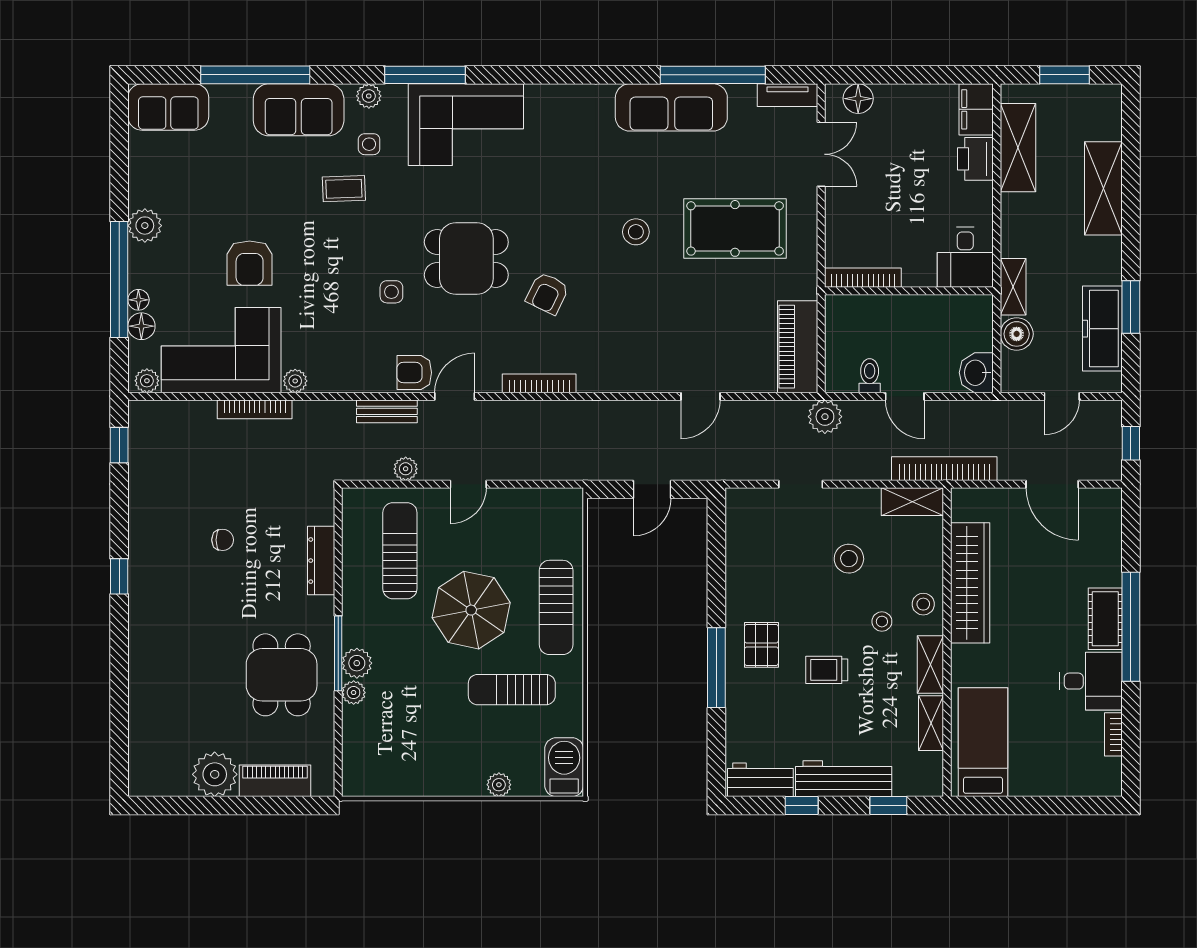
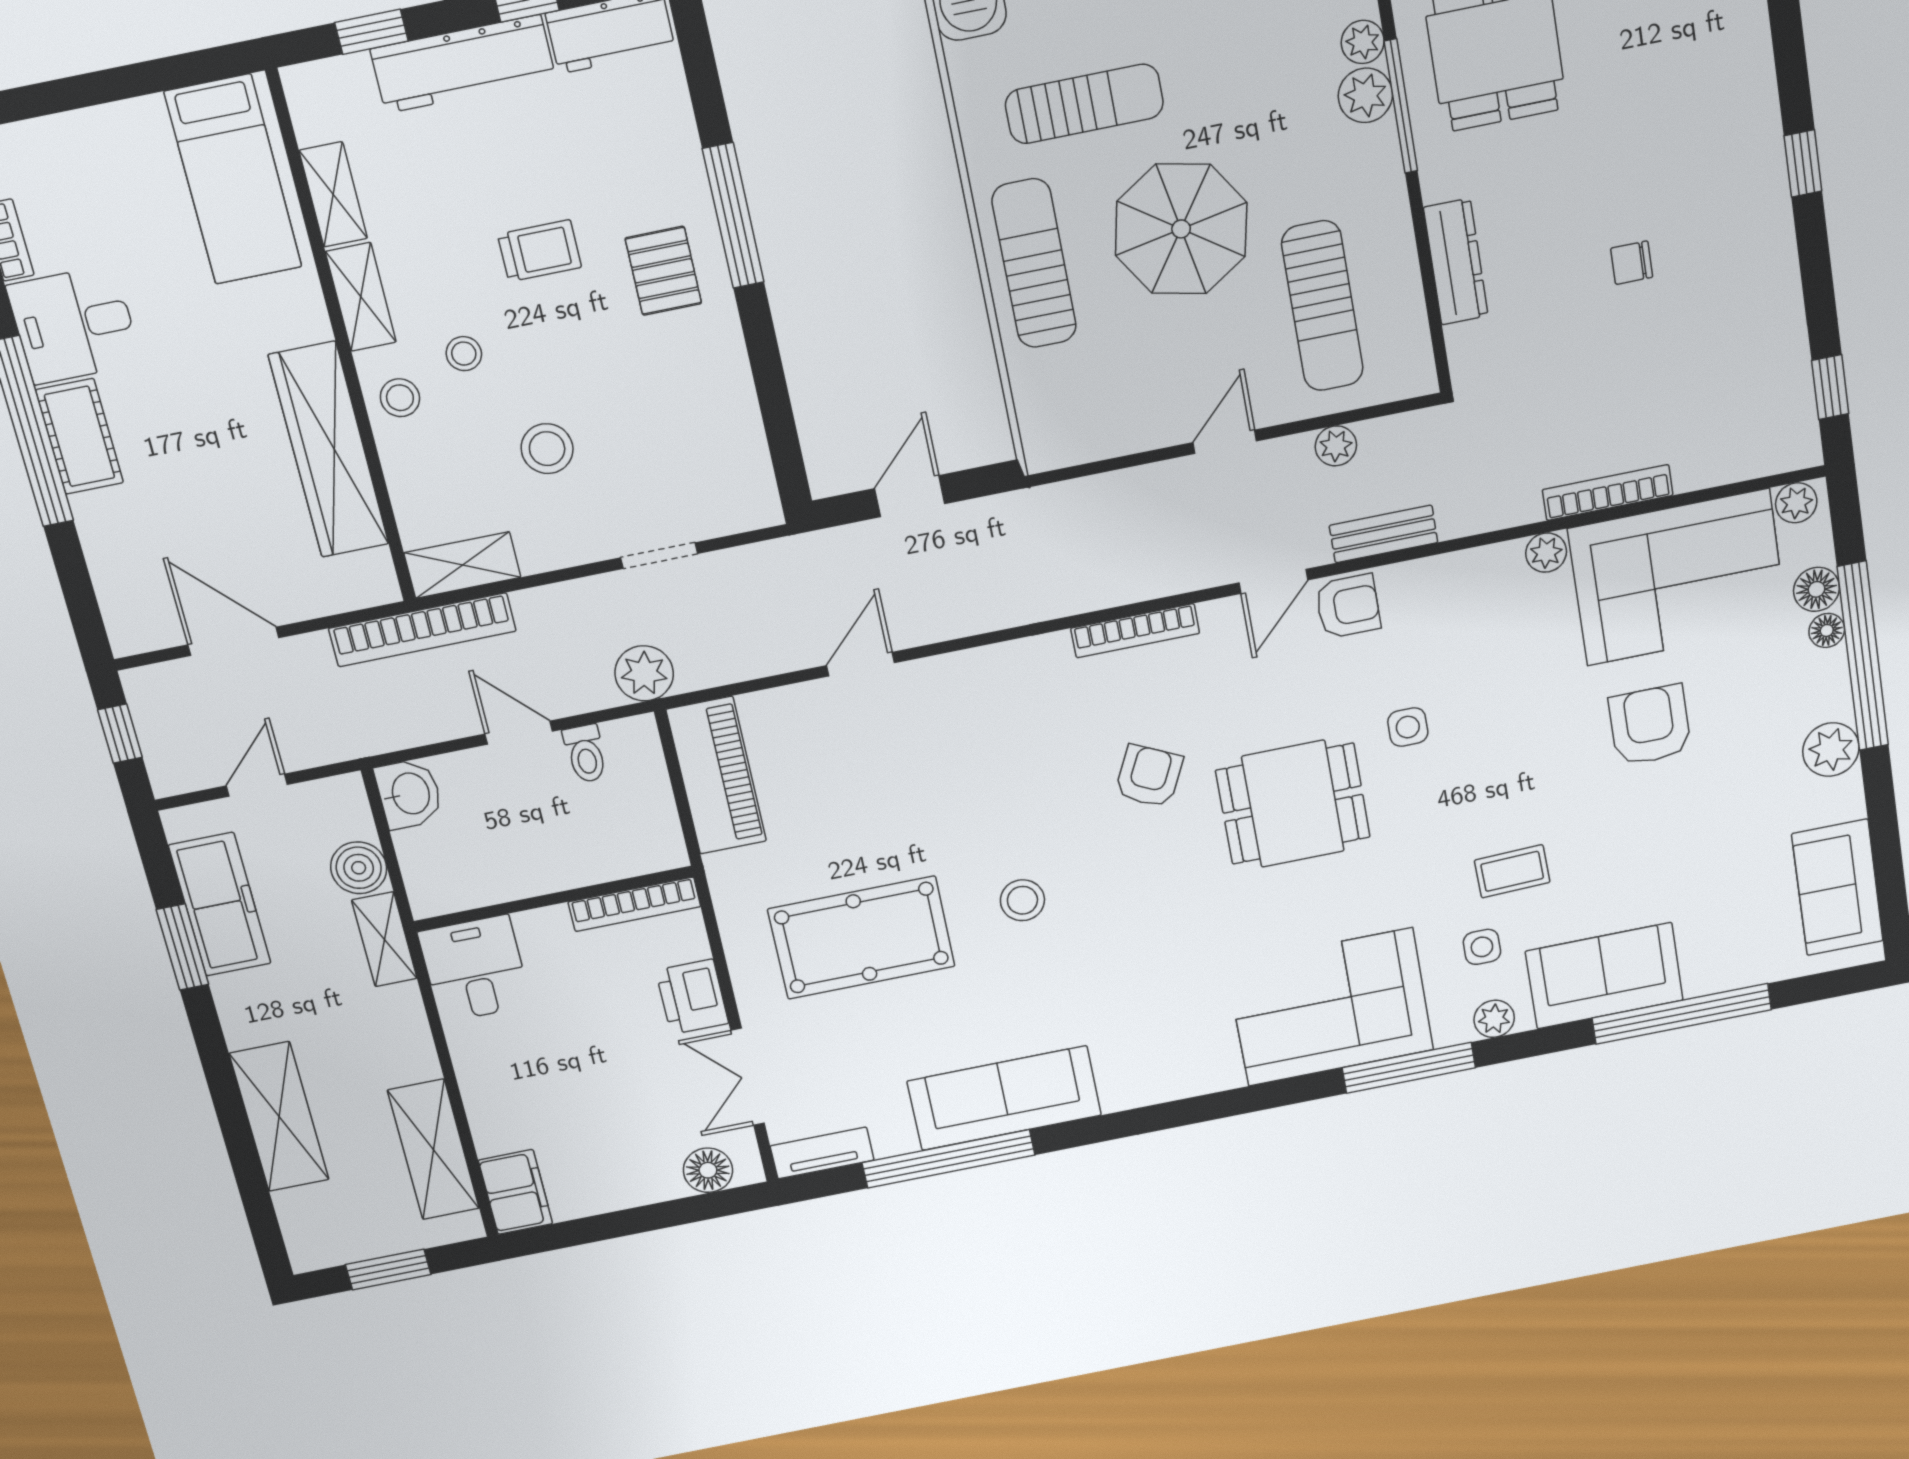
sofa: (168, 107) -> (1837, 887), moved, turned -90
printer: (975, 159) -> (692, 997), moved, turned 180

